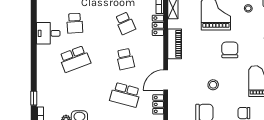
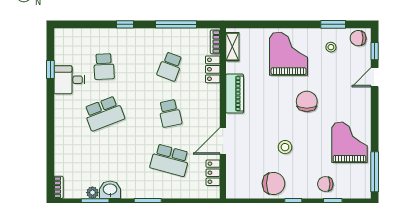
school desk: (125, 23) -> (170, 66), turned 45
window: (34, 98) -> (50, 69), moved

